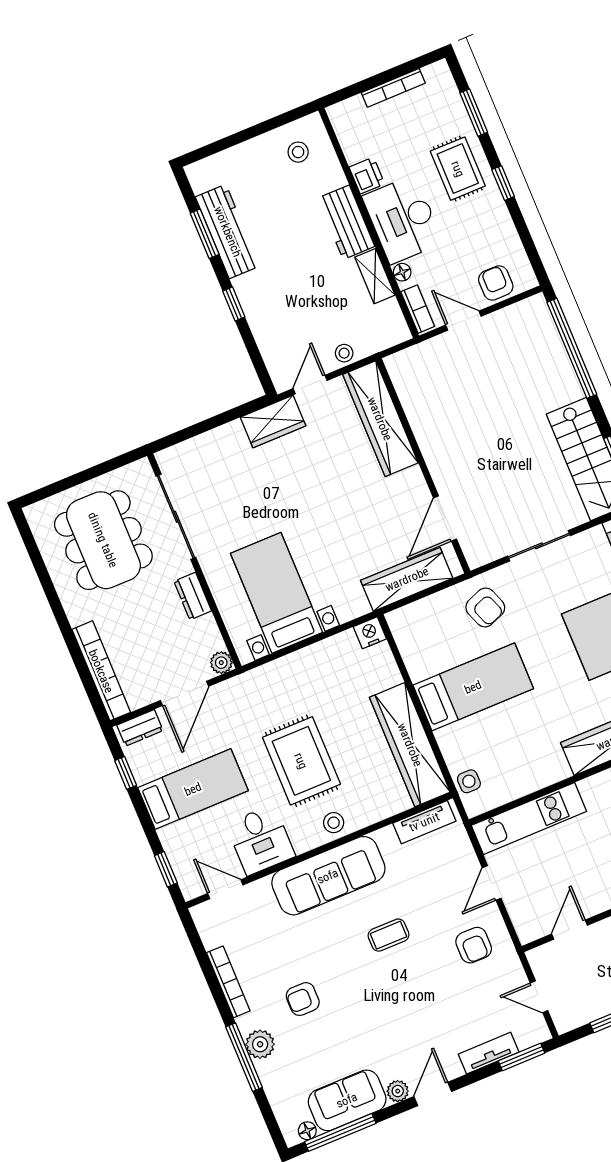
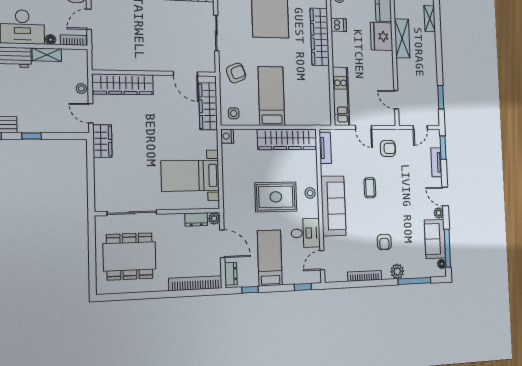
dresser: (193, 596) -> (196, 219), moved
side table: (469, 781) -> (234, 113), moved
window: (244, 1057) -> (414, 281), moved

